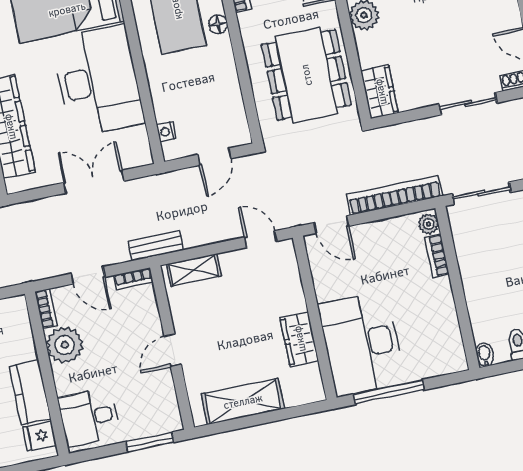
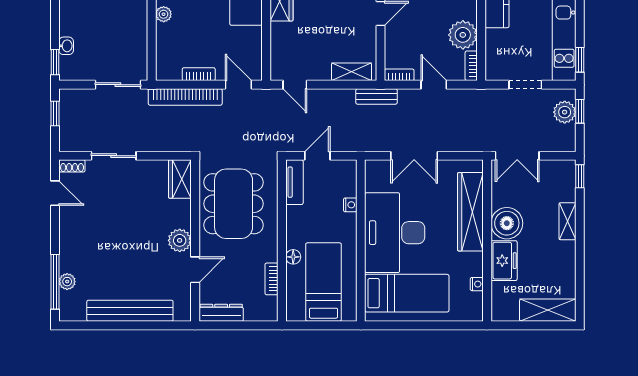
tv unit: (236, 118) -> (294, 182), added
nightstand: (166, 132) -> (350, 205), moved
plant: (429, 224) -> (164, 14), moved
bookcase: (437, 256) -> (199, 74), moved, turned -90

